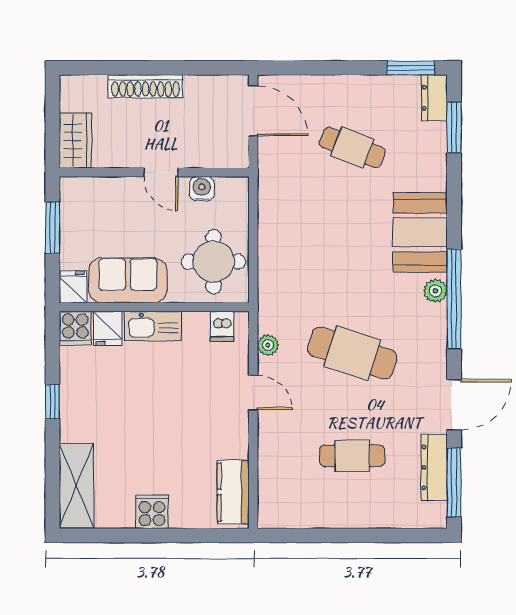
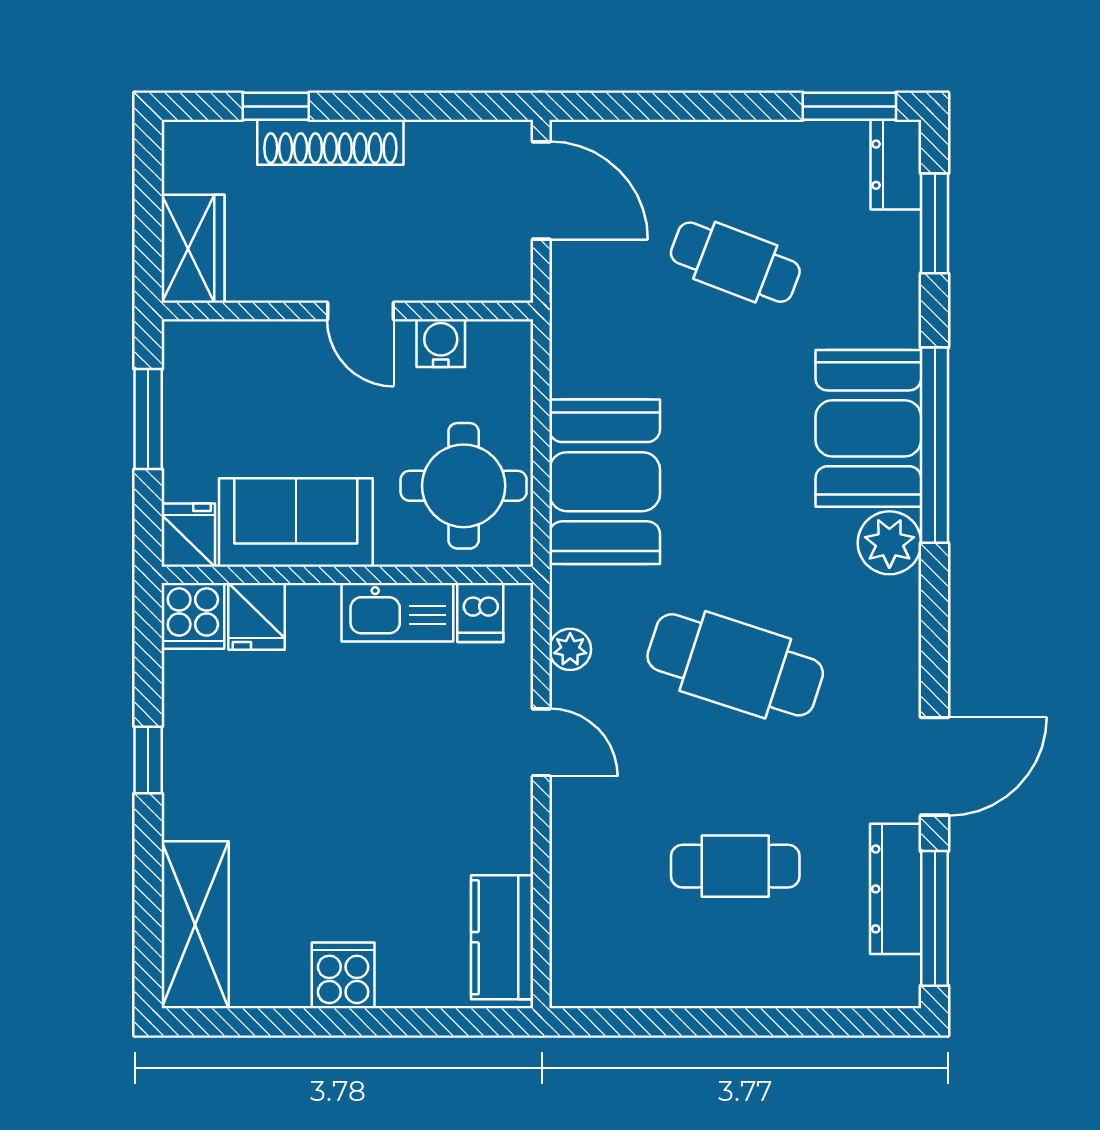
window: (118, 68) -> (276, 106), added
booth: (286, 260) -> (605, 482), added
plant: (435, 291) -> (889, 543), width x1.38, depth x1.38
window: (454, 299) -> (935, 445), moved
kitchen sink: (153, 326) -> (397, 612), moved

